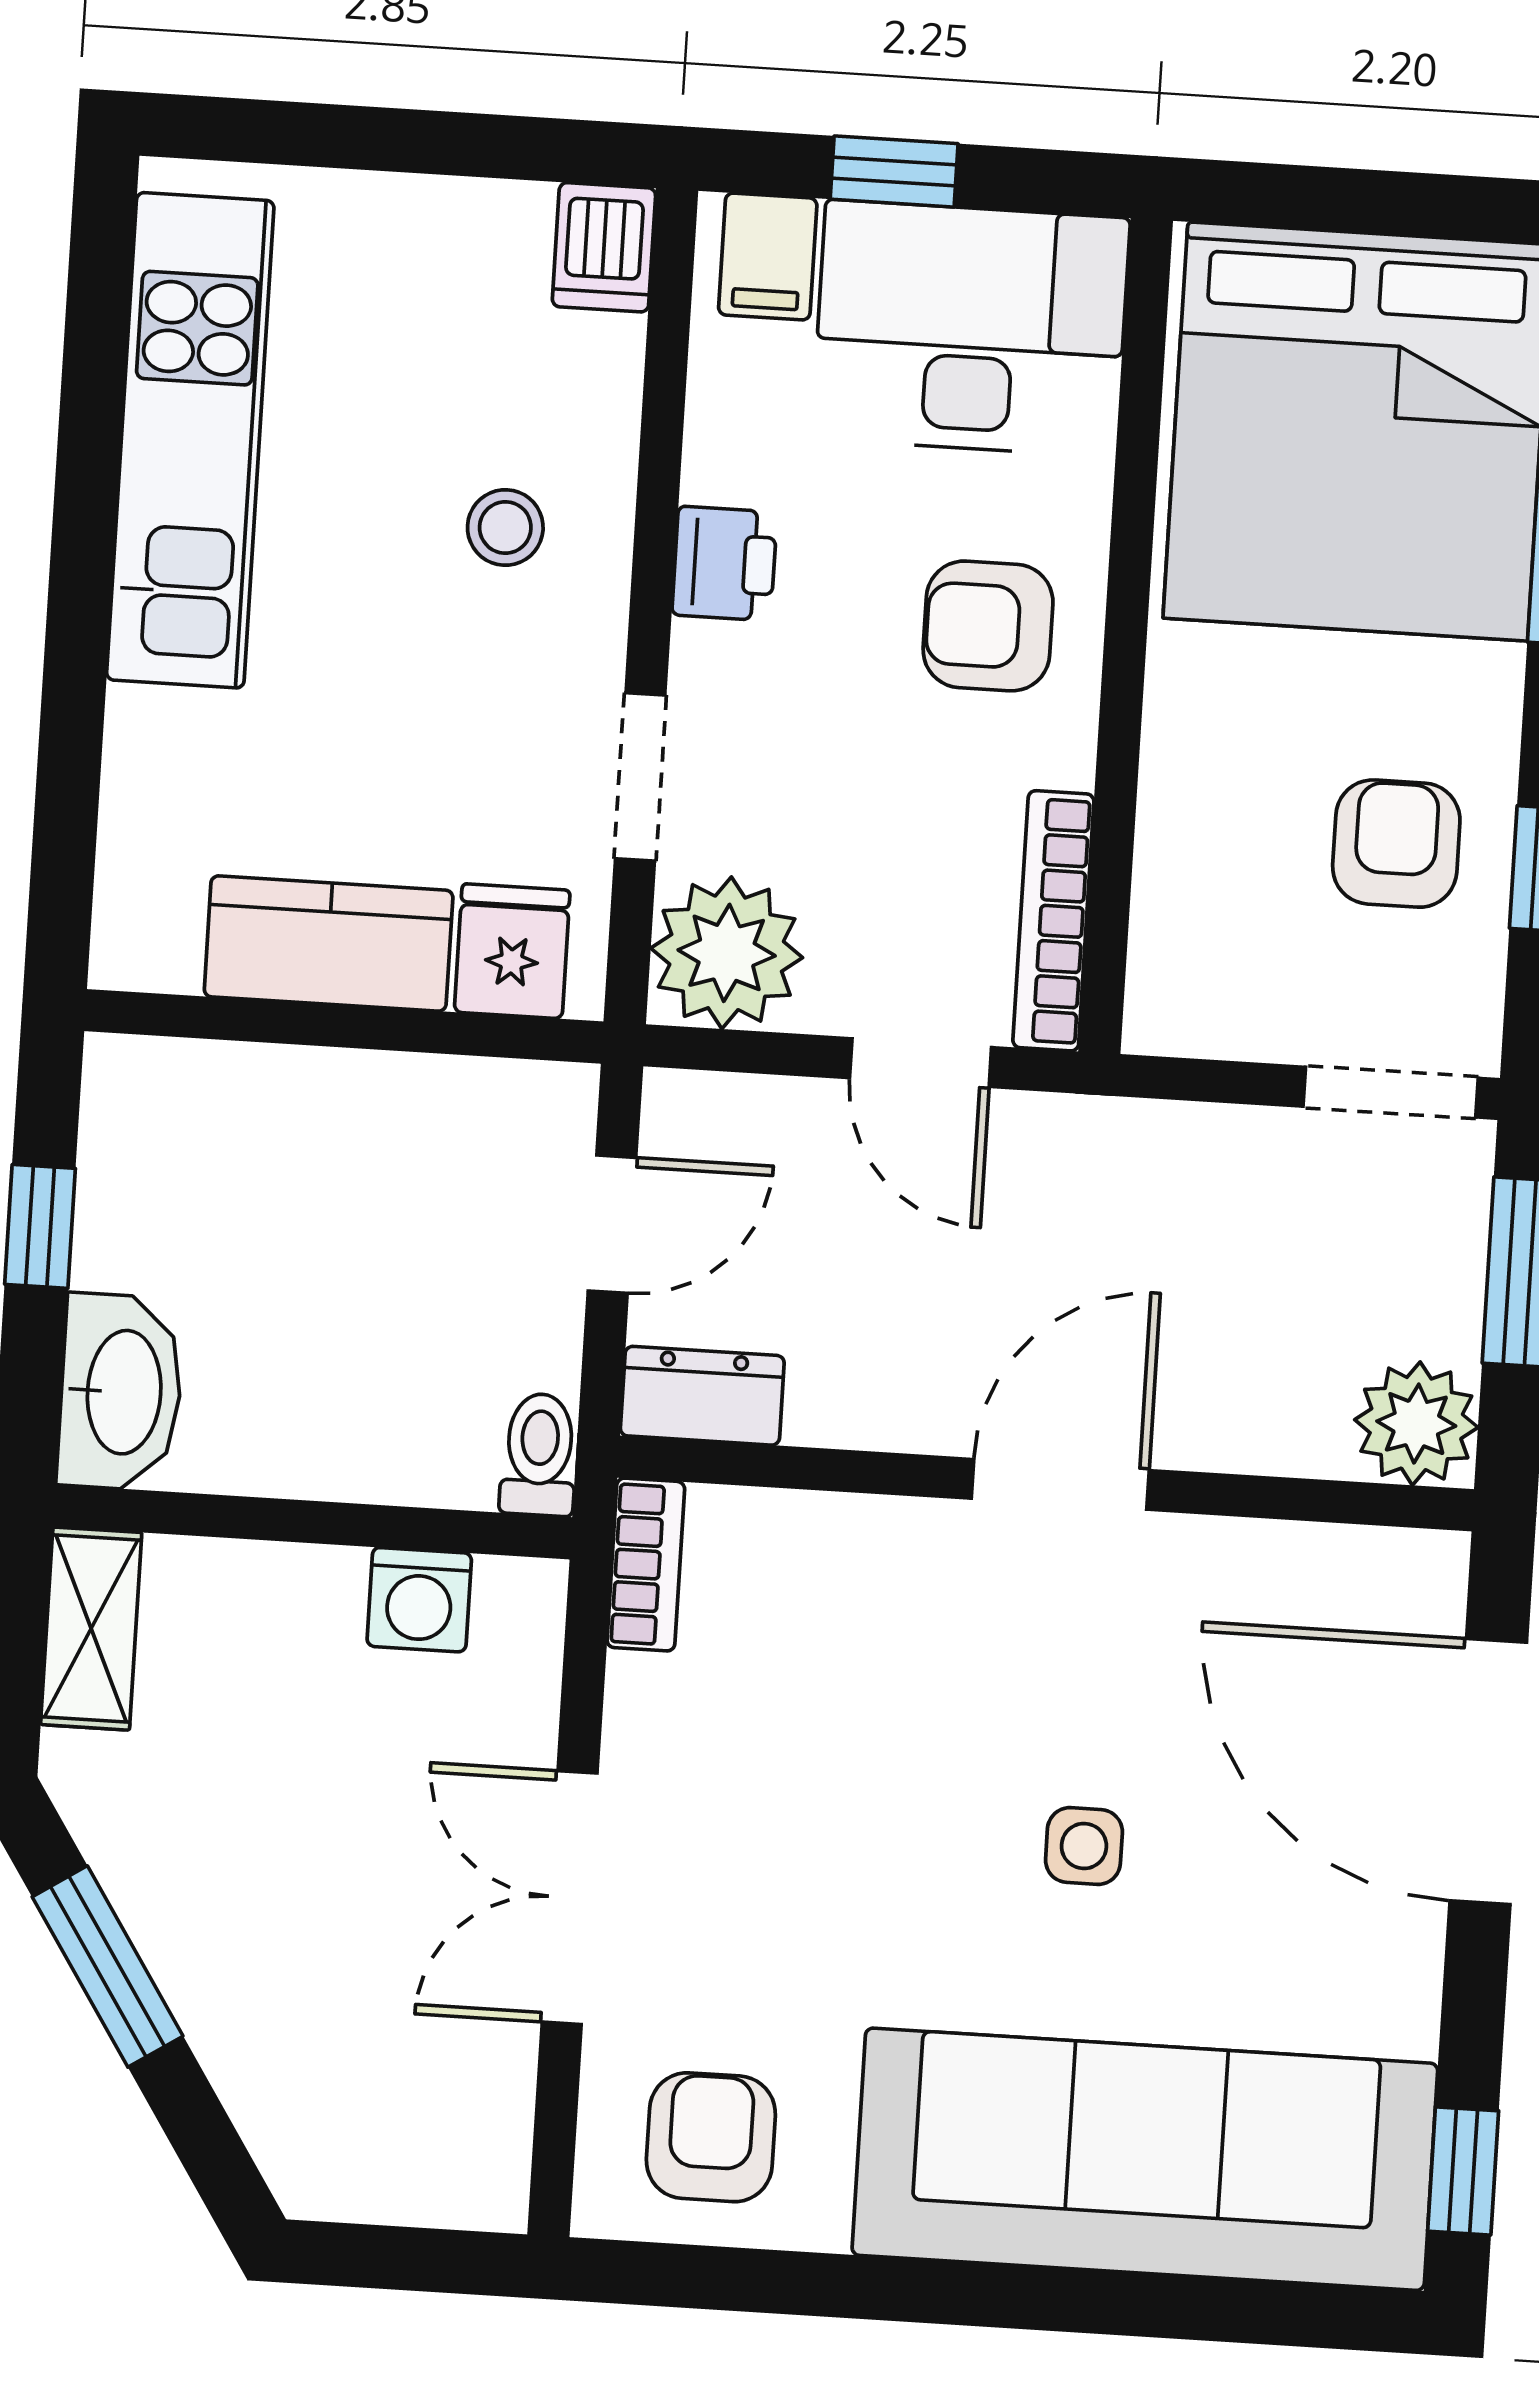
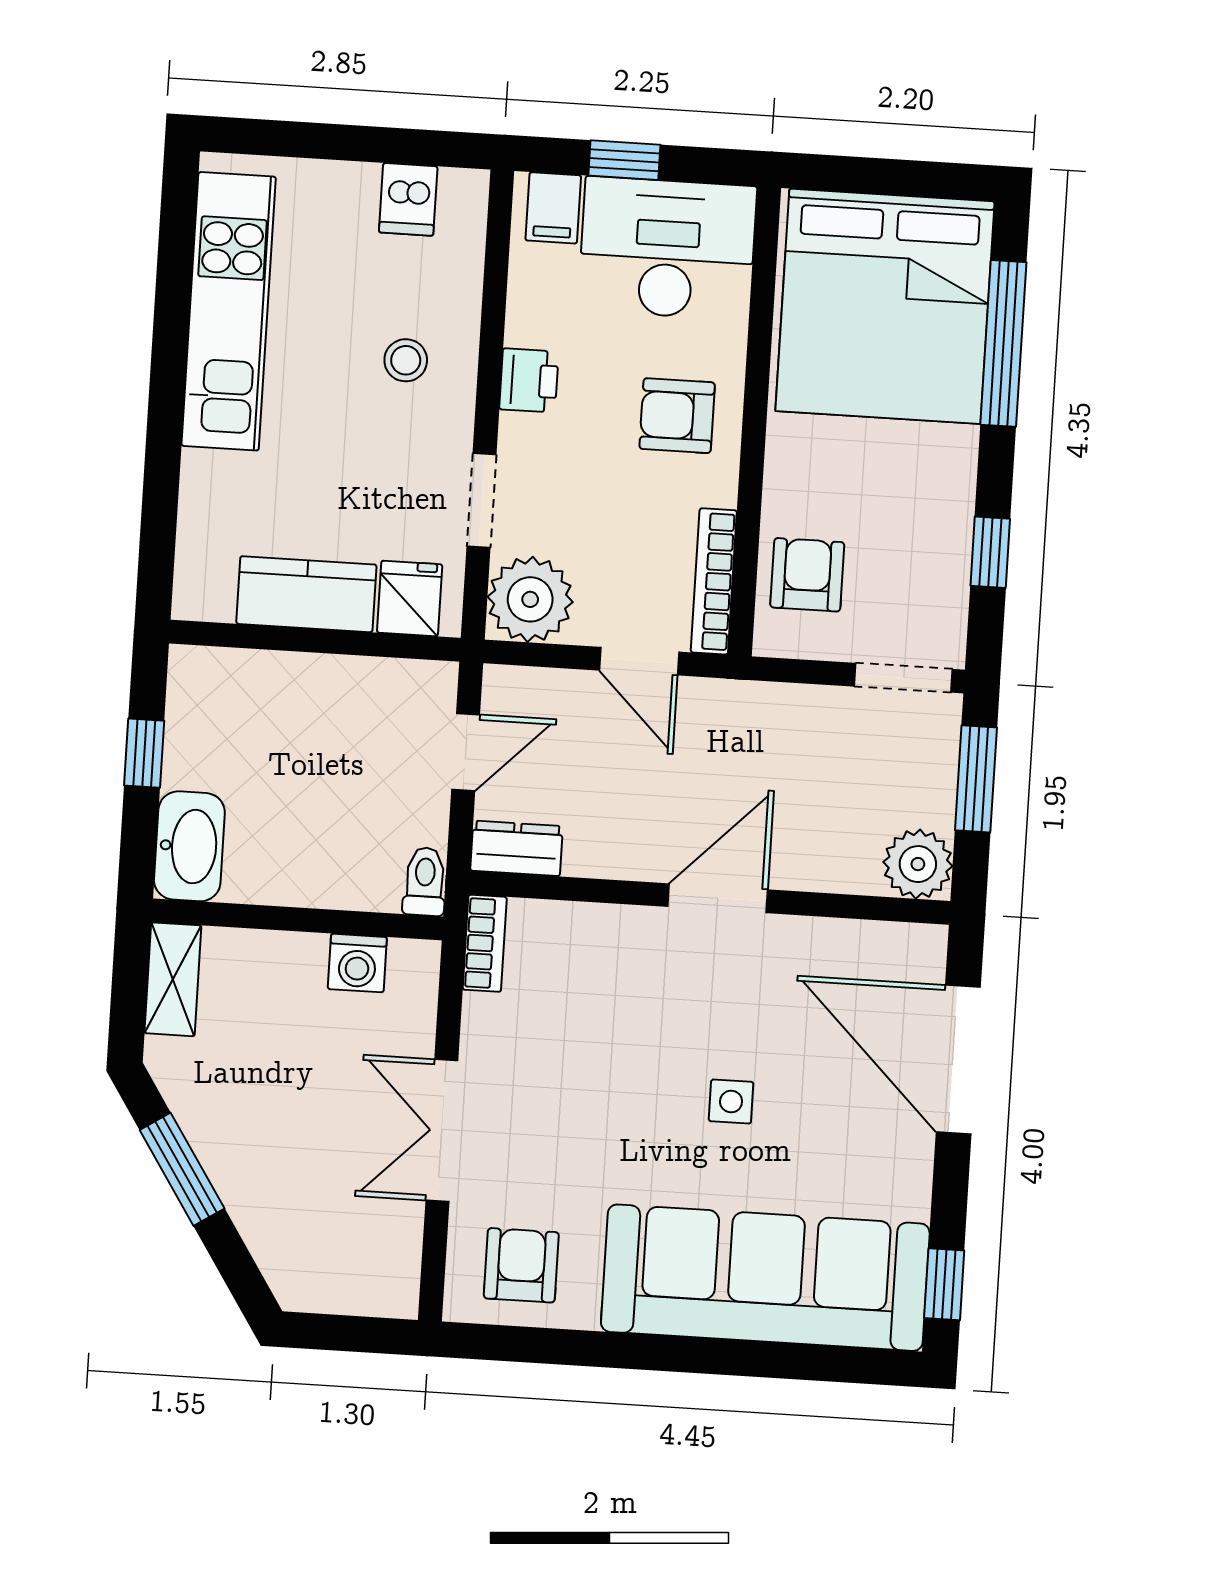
dishwasher: (604, 247) -> (408, 199), moved
armchair: (1396, 844) -> (807, 575), moved

